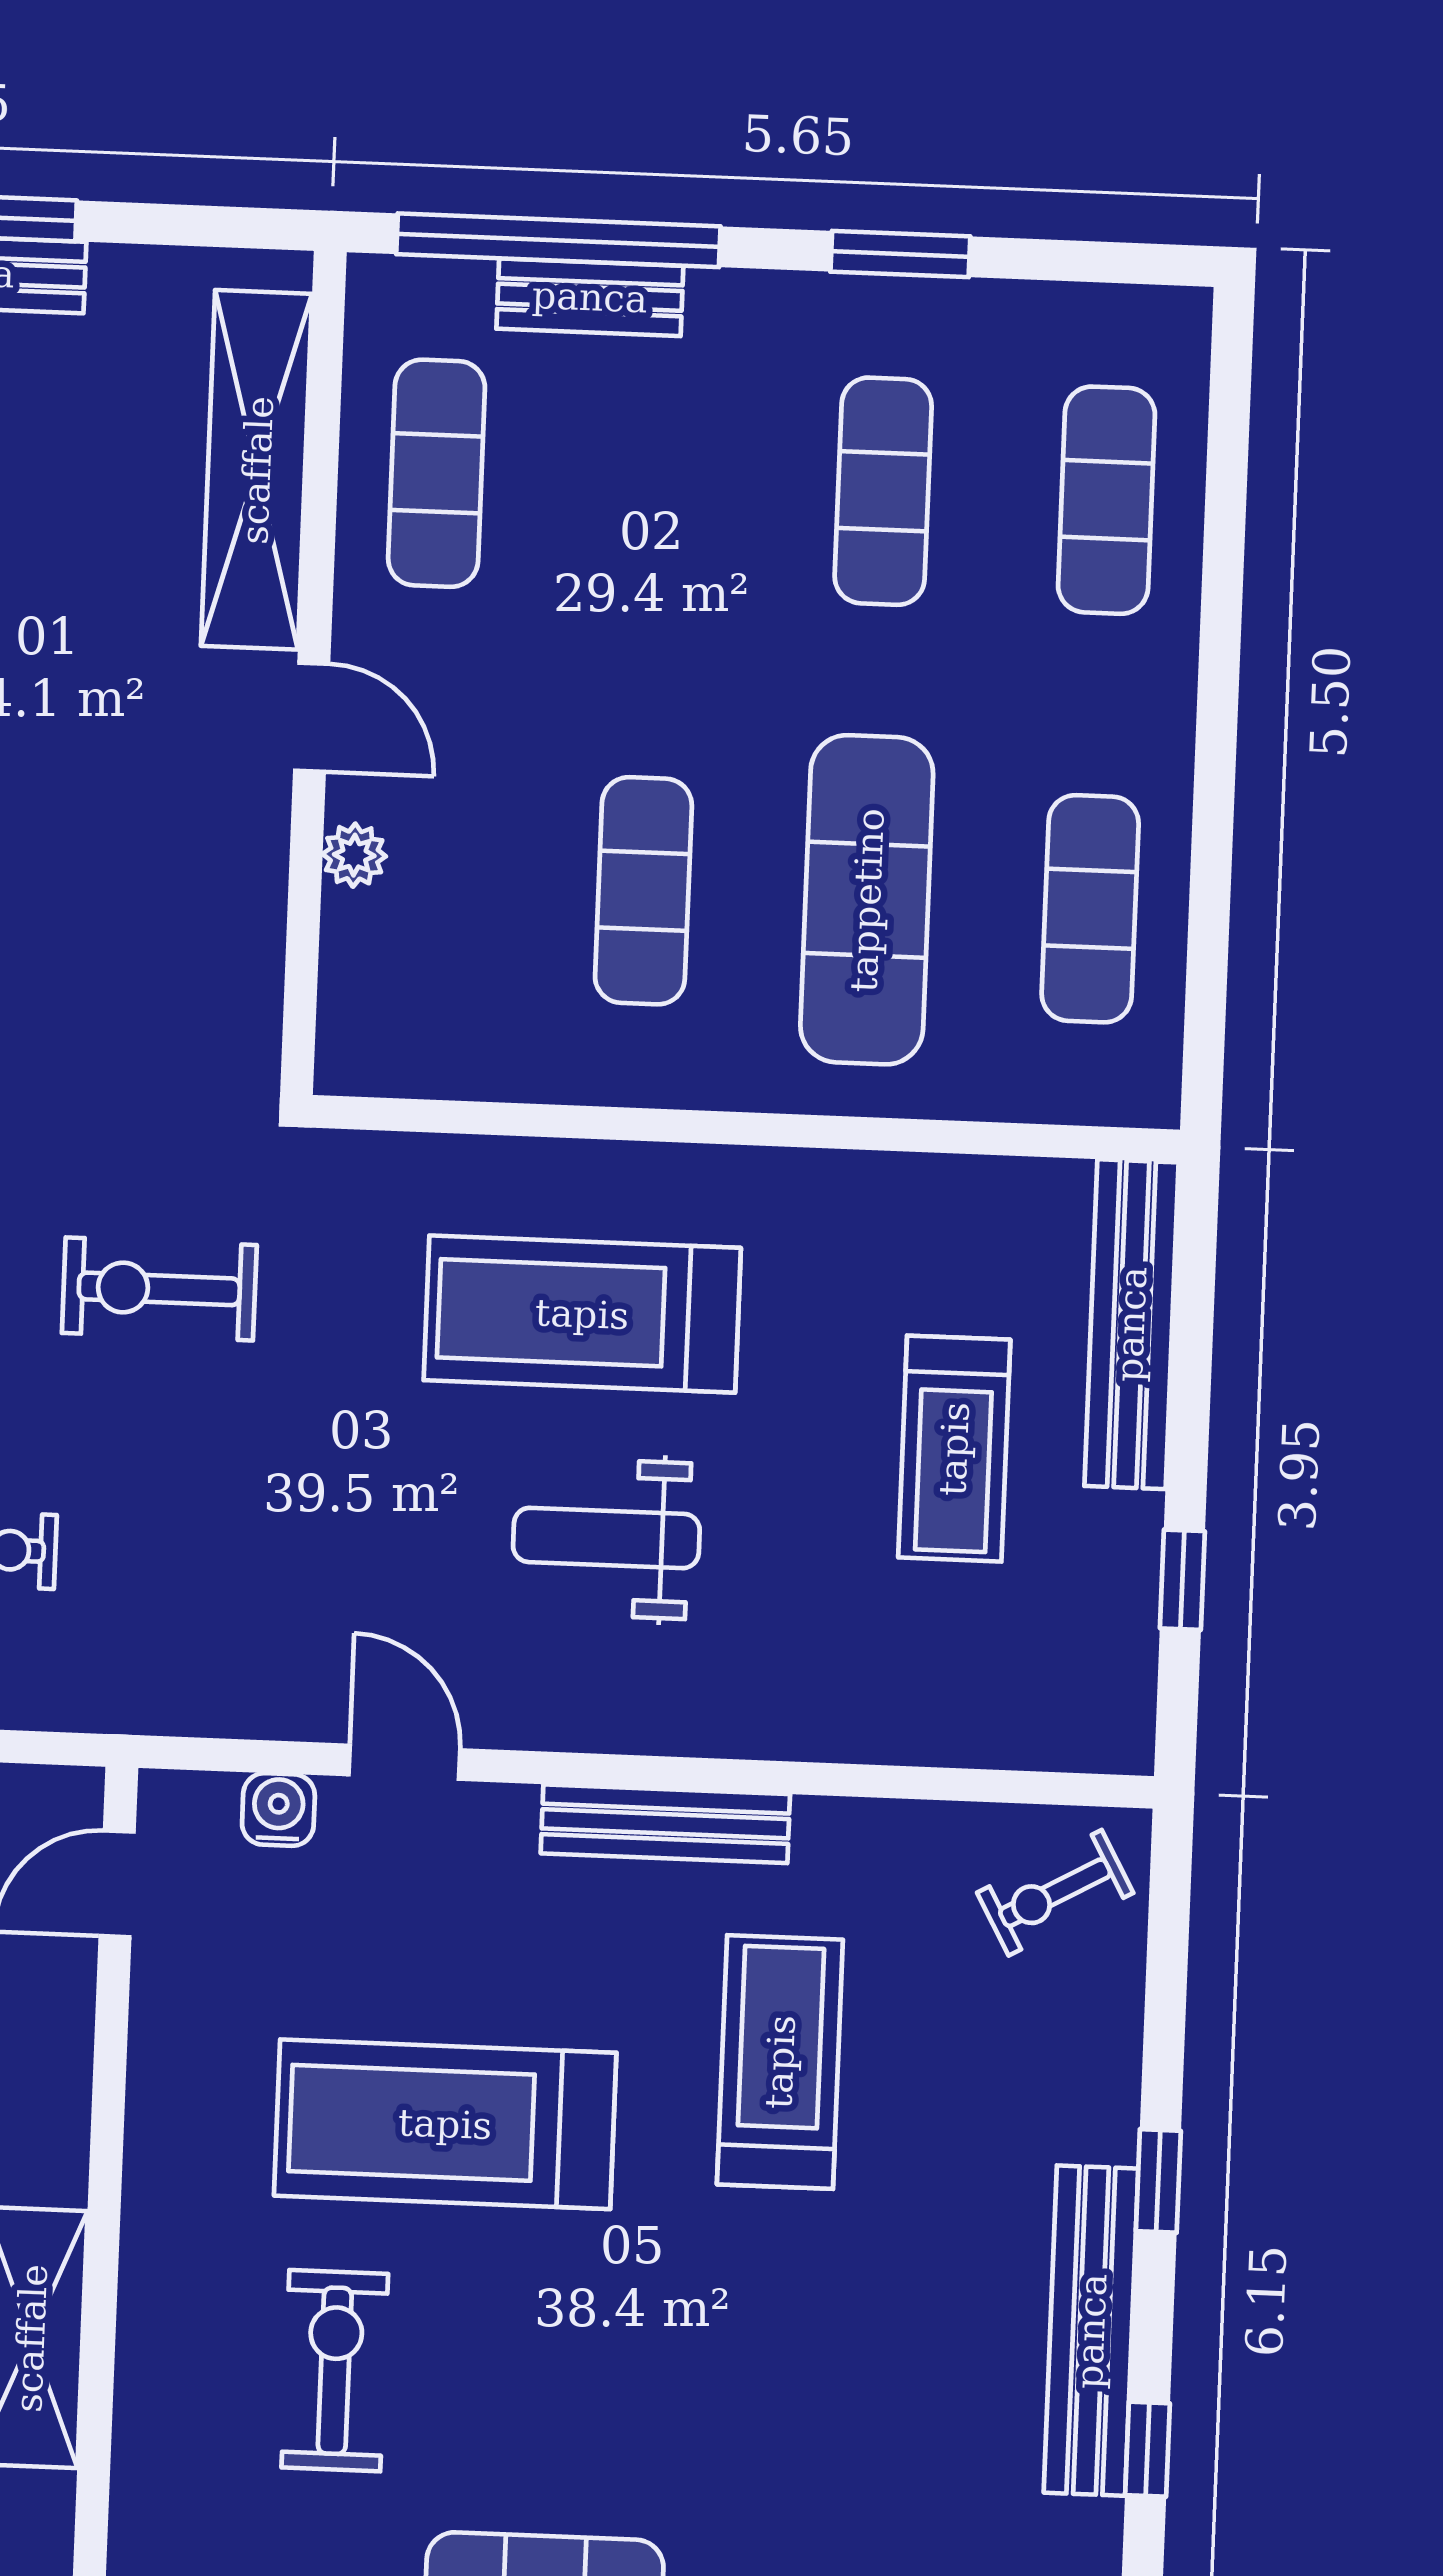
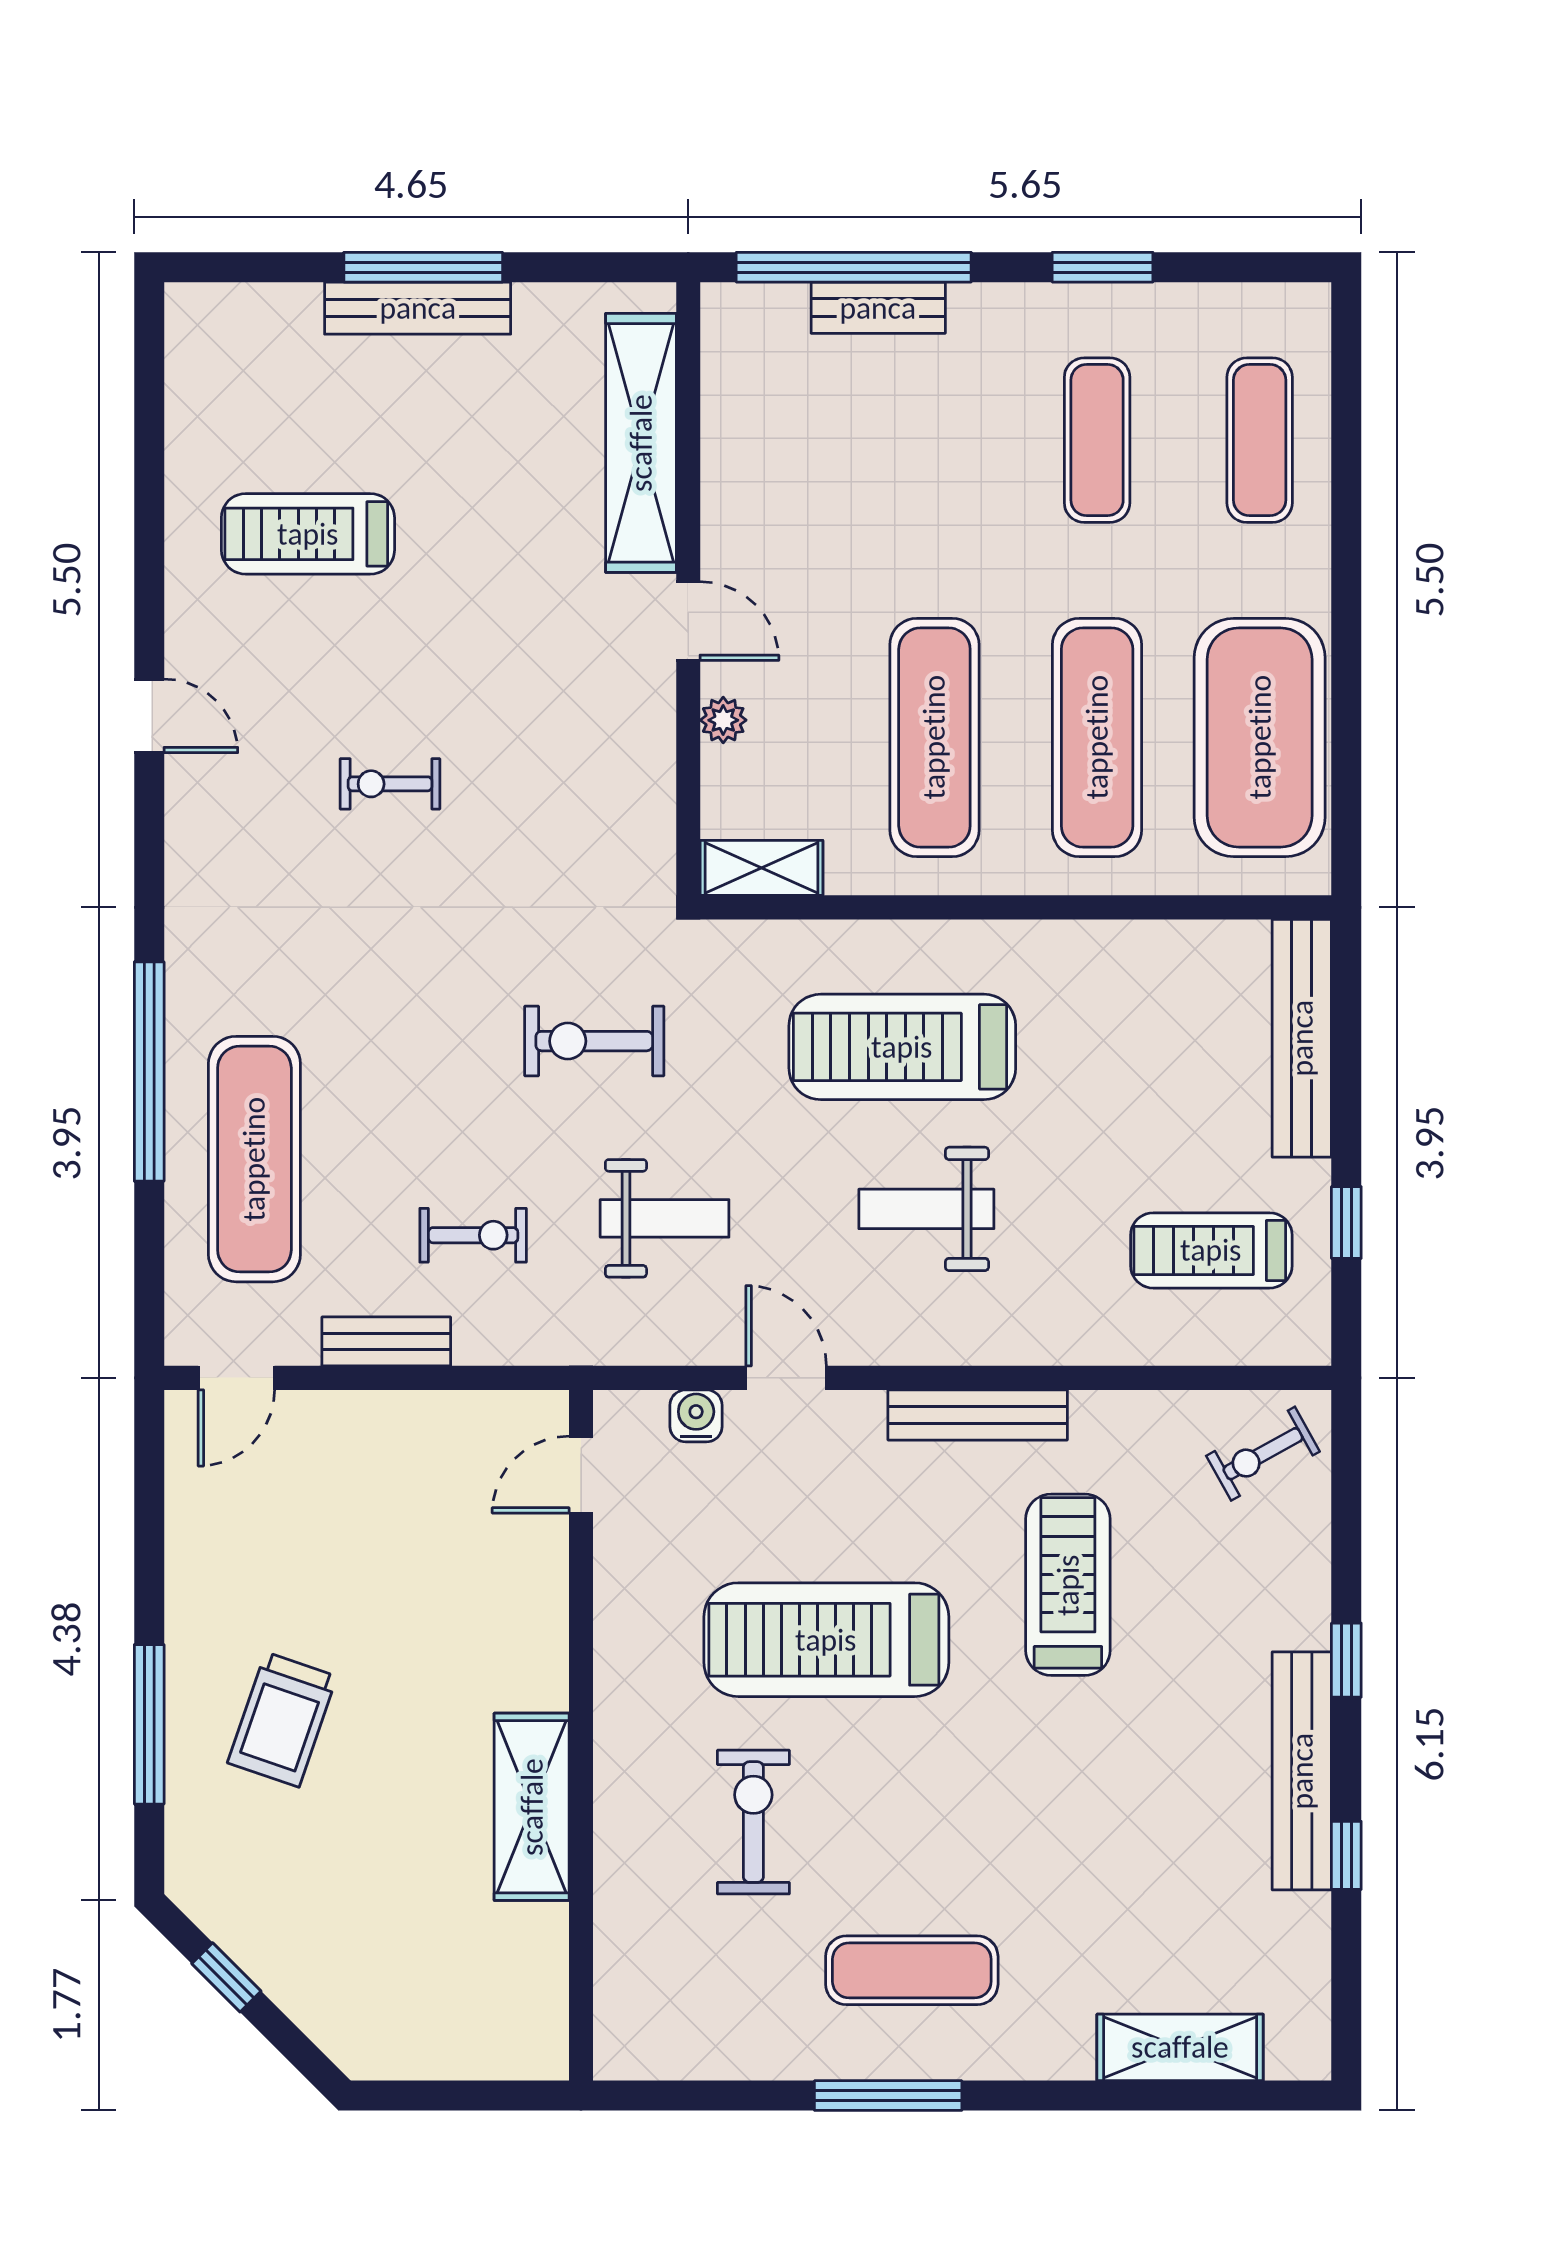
exercise mat: (437, 473) -> (772, 440), removed
exercise mat: (643, 891) -> (934, 737), width x1.36, depth x1.45
exercise mat: (1090, 909) -> (1260, 737), width x2.00, depth x1.45
shelving: (399, 1060) -> (761, 868), added
treadmill: (954, 1449) -> (1211, 1250), moved, turned 90
weight bench: (246, 1536) -> (665, 1218), added

